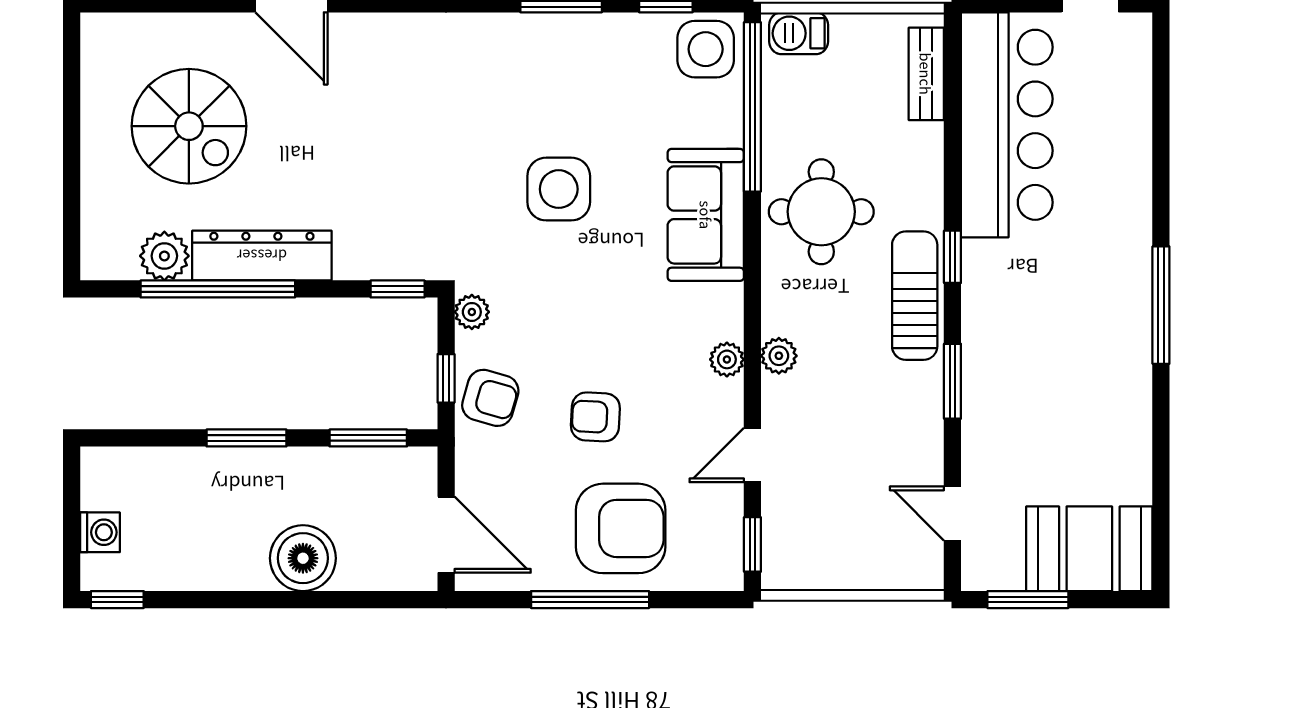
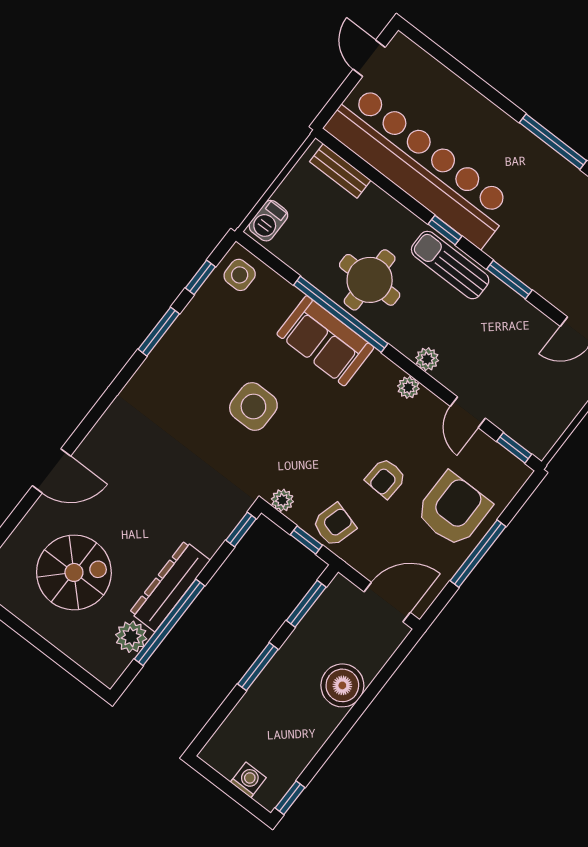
side table: (706, 49) -> (240, 275), width x0.73, depth x0.73
window: (752, 107) -> (341, 314), moved
bar counter: (1007, 125) -> (420, 166), width x1.36

